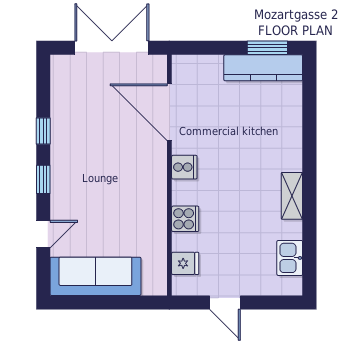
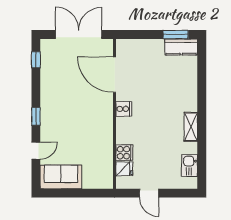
kitchen counter: (263, 68) -> (181, 47), width x0.67
window: (43, 131) -> (36, 60), moved
cooker: (185, 219) -> (124, 153), moved
sofa: (95, 276) -> (61, 177), width x0.73

